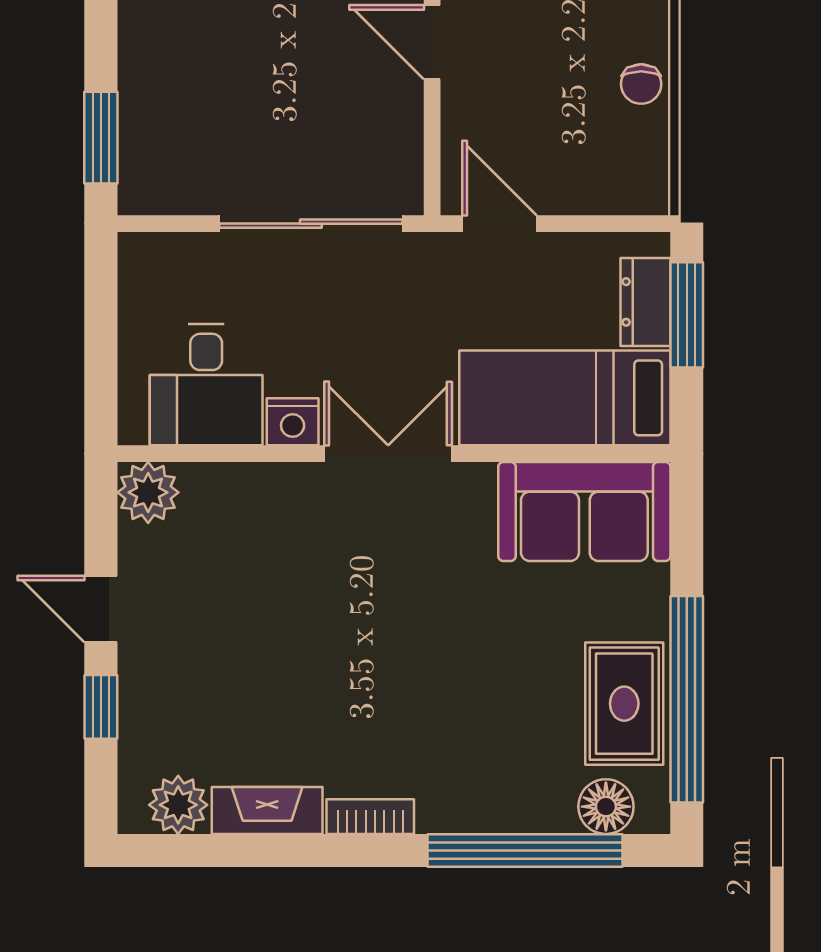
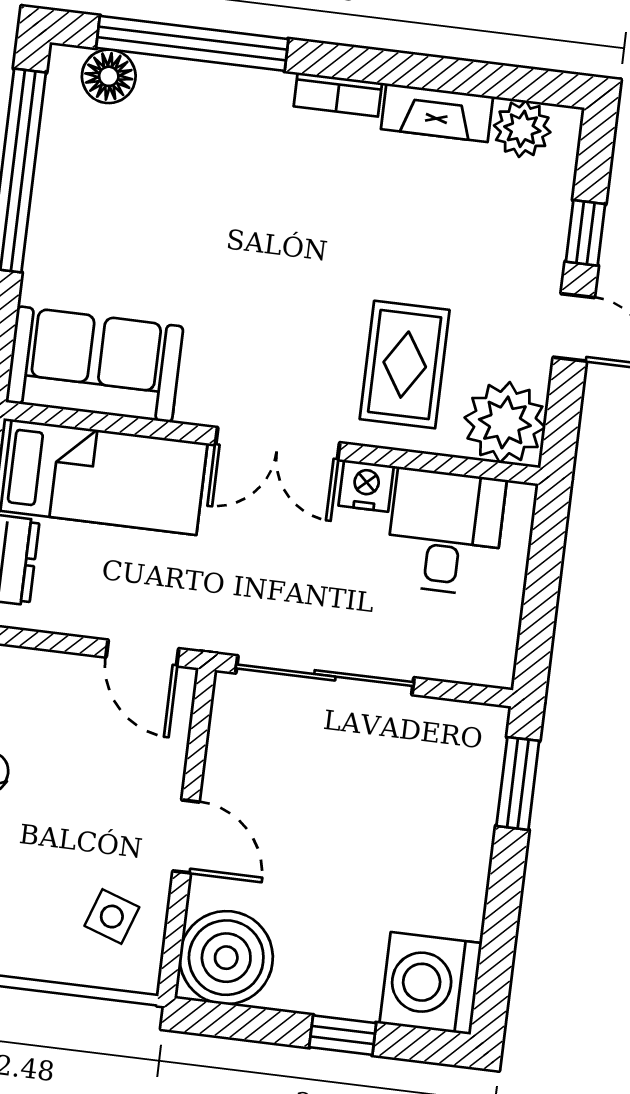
plant: (148, 492) -> (505, 422), width x1.36, depth x1.36
rug: (624, 704) -> (405, 365), moved

